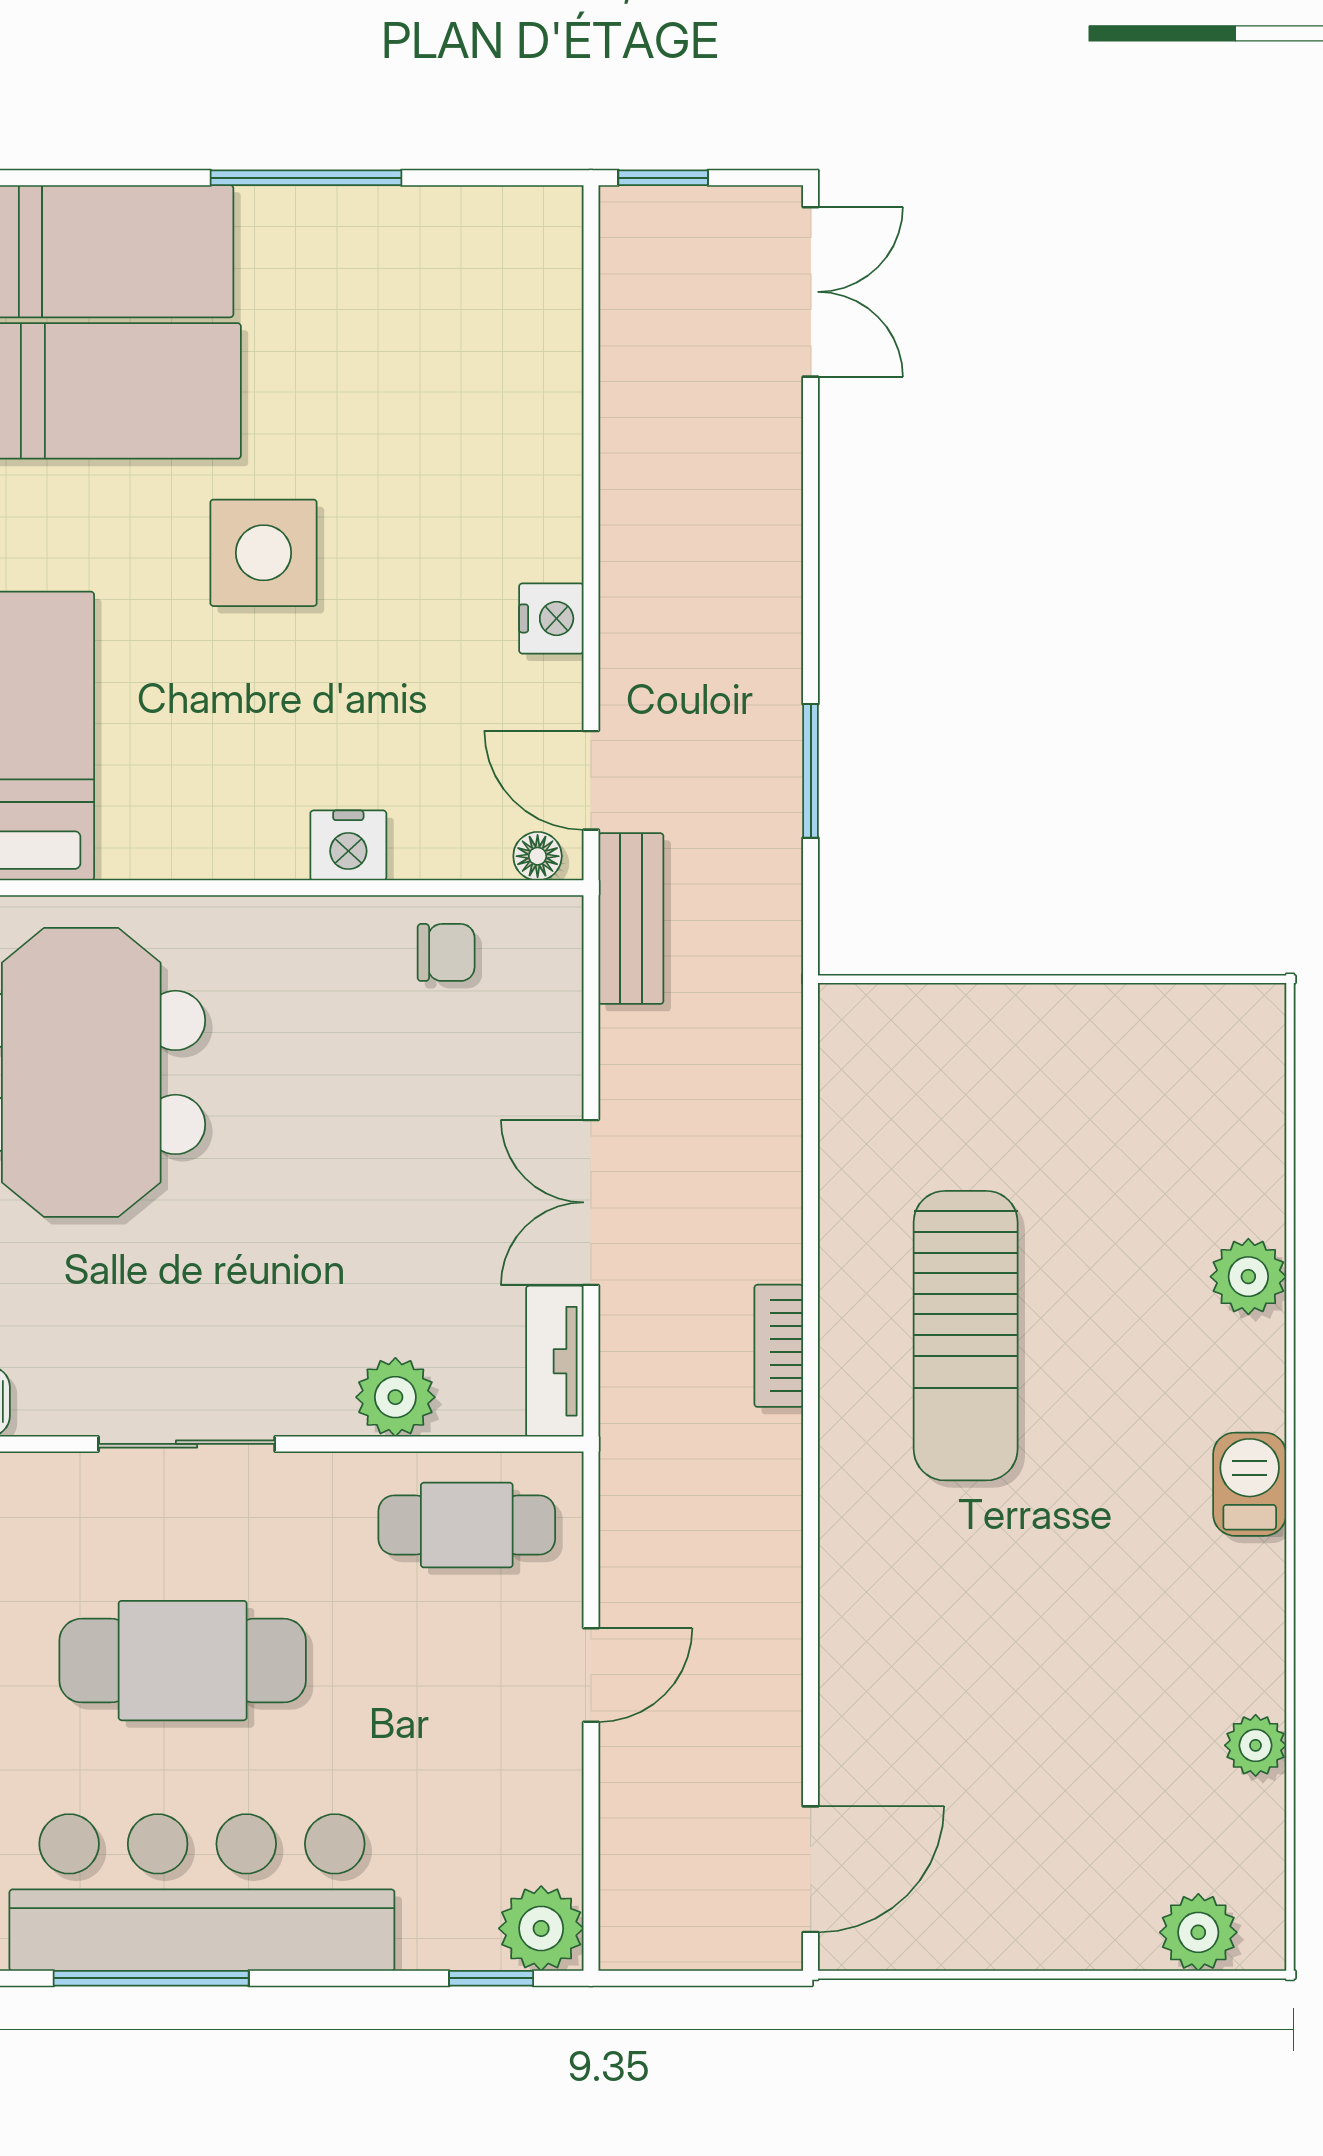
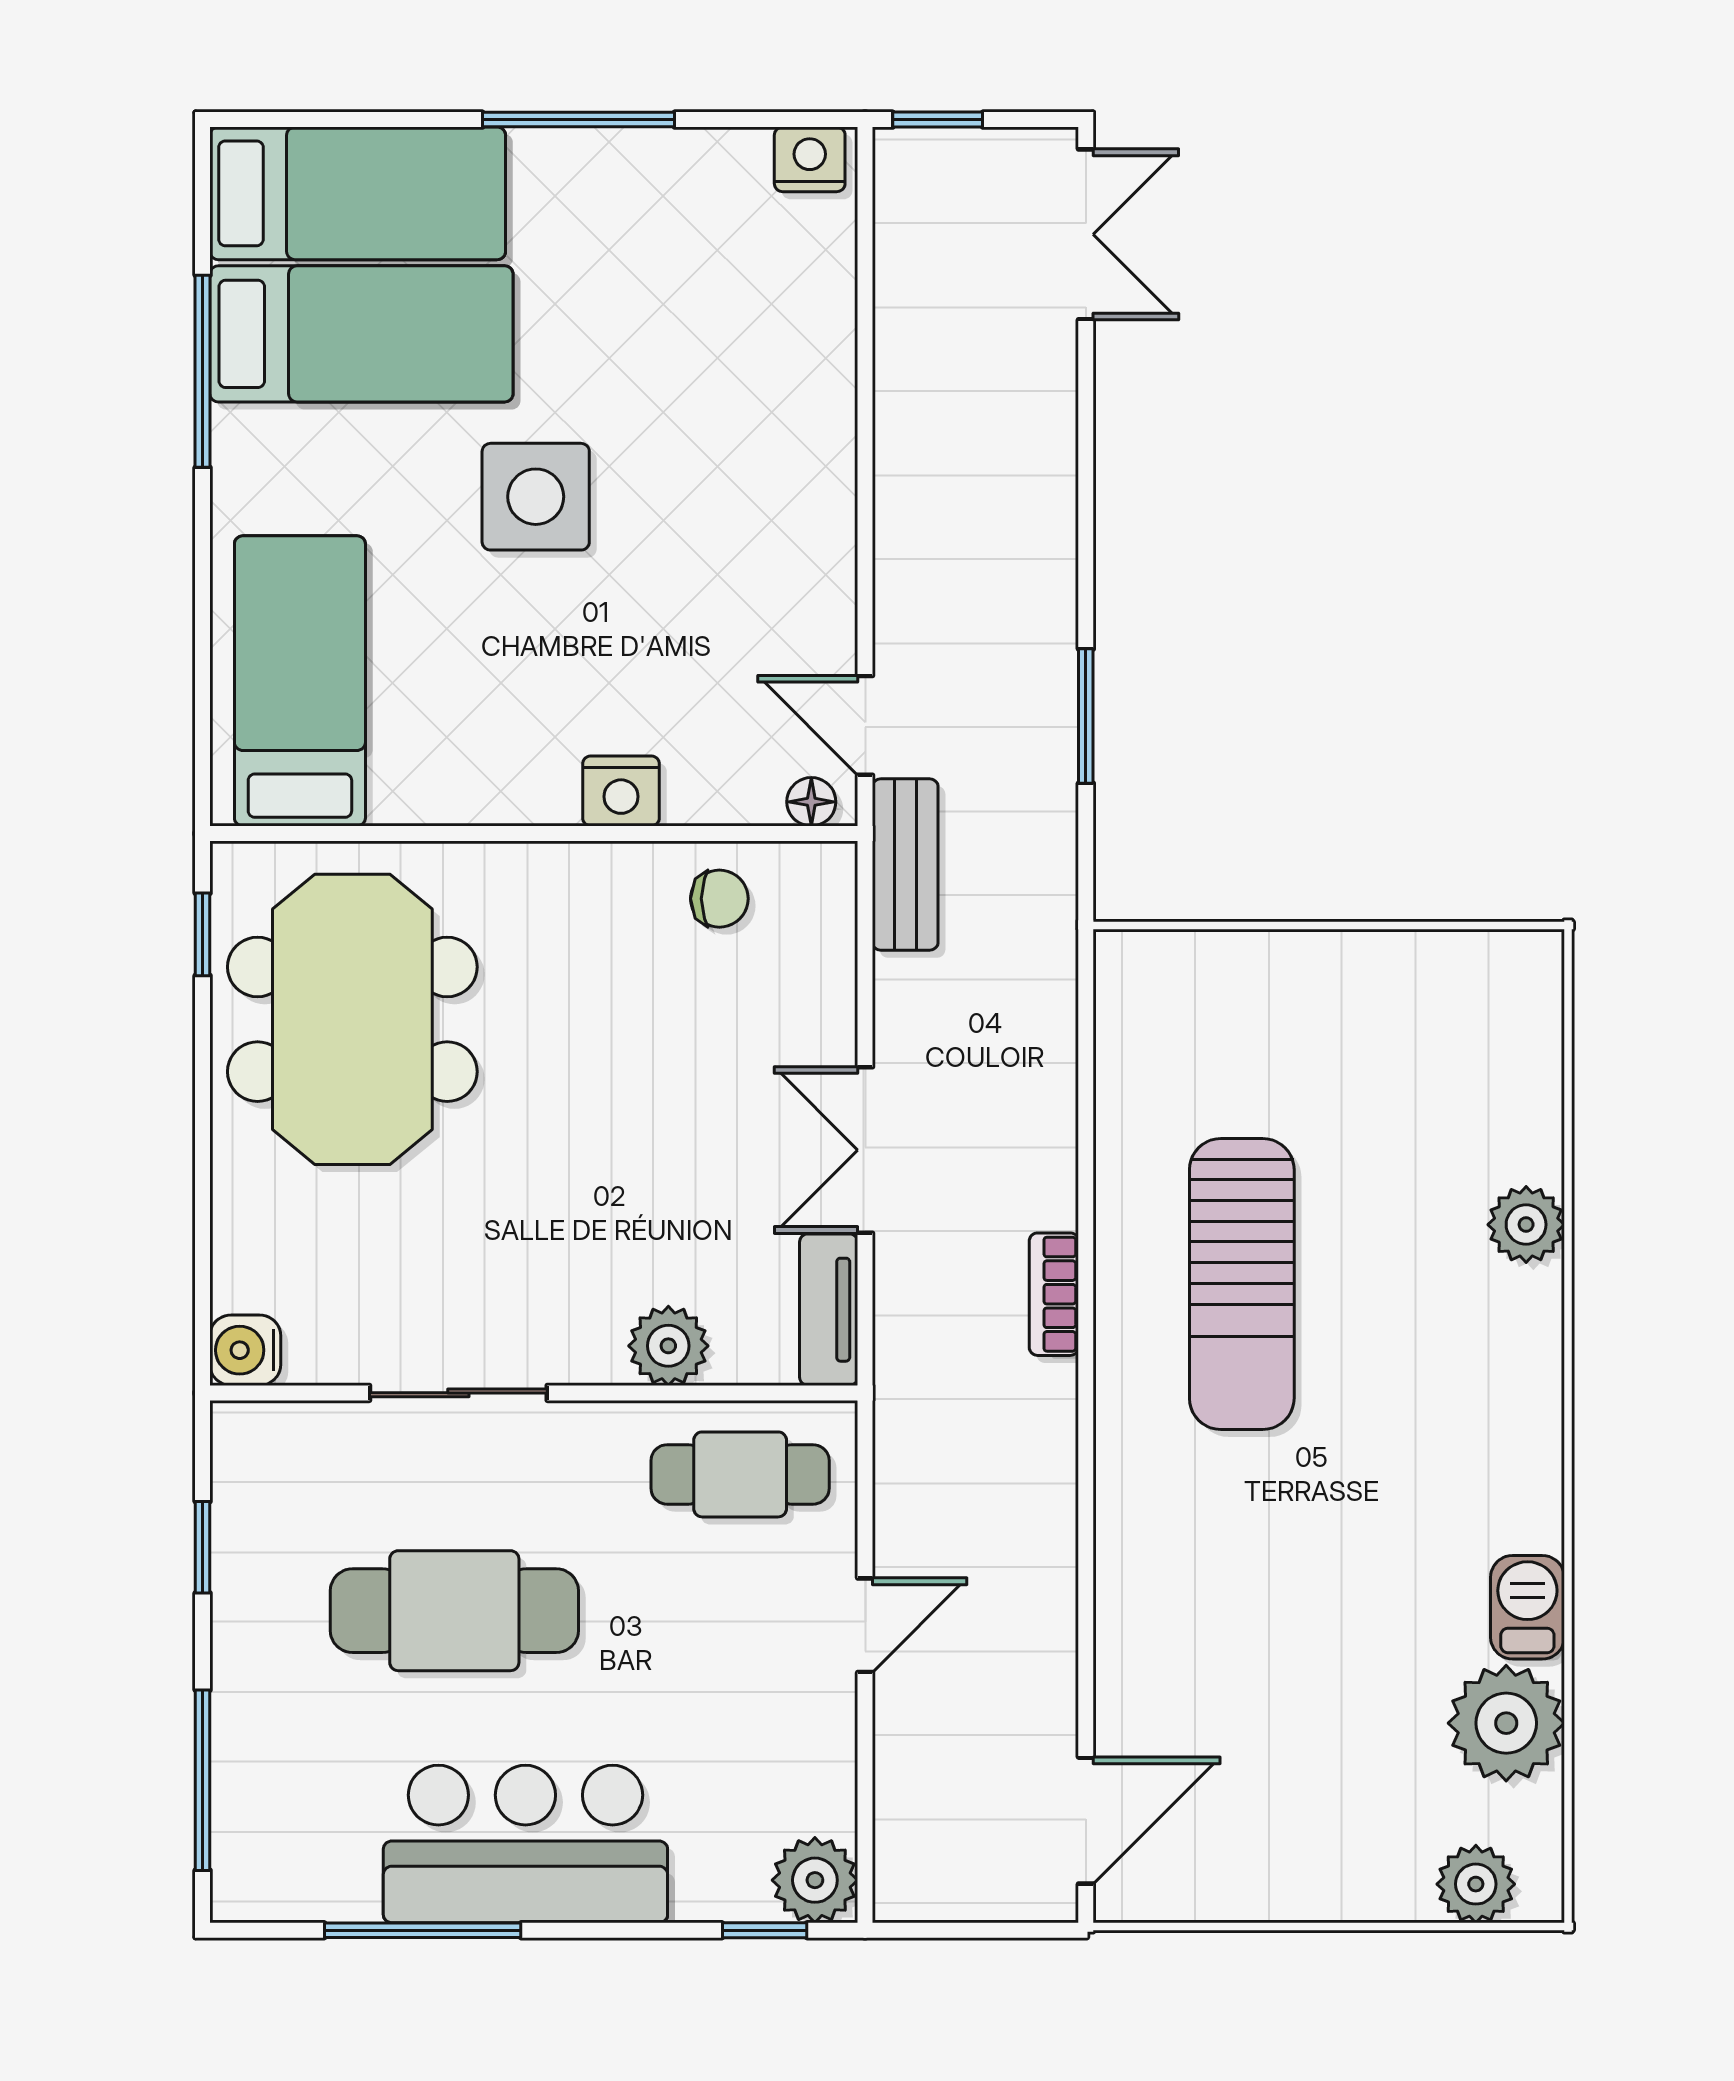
nightstand: (551, 618) -> (810, 159), moved, turned -90
barbecue: (1250, 1484) -> (1527, 1607), moved
plant: (1256, 1745) -> (1506, 1723), width x1.87, depth x1.87
bar counter: (202, 1893) -> (525, 1844), width x0.73

